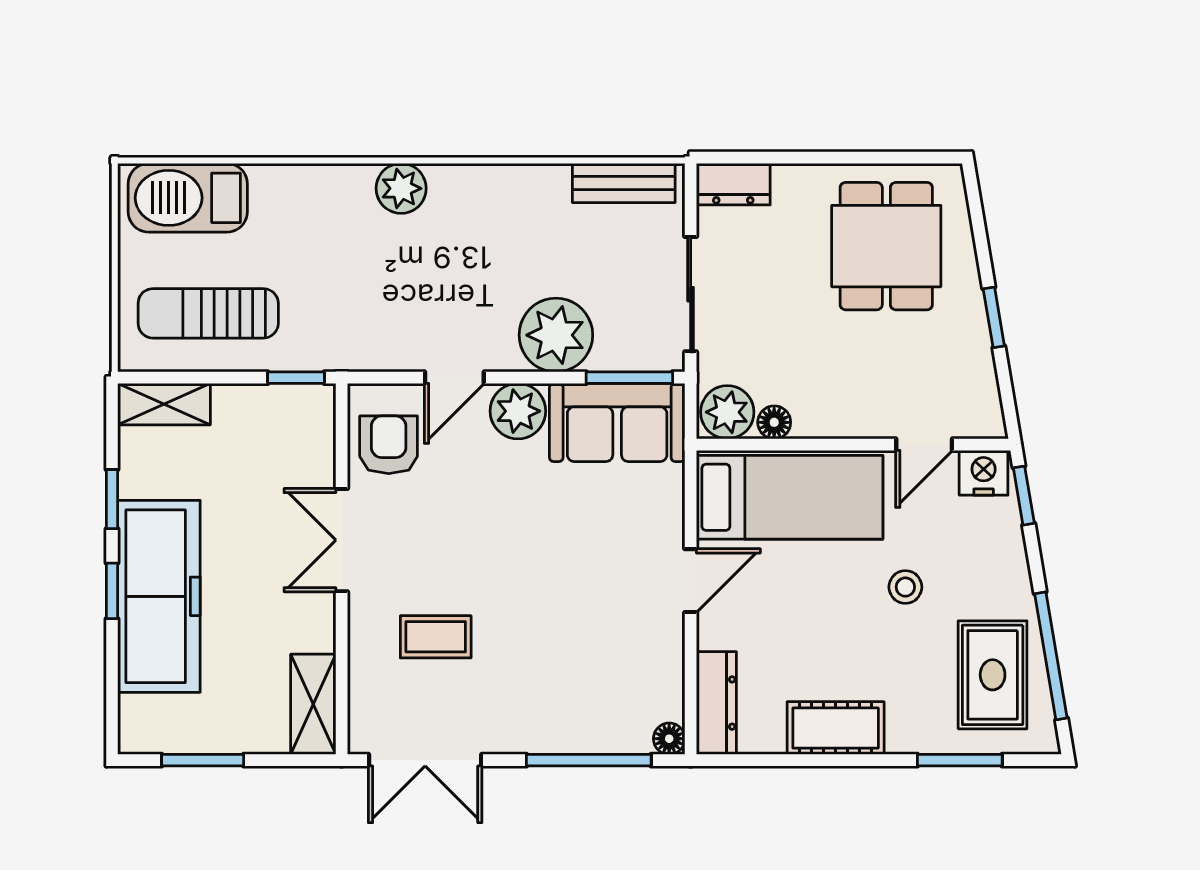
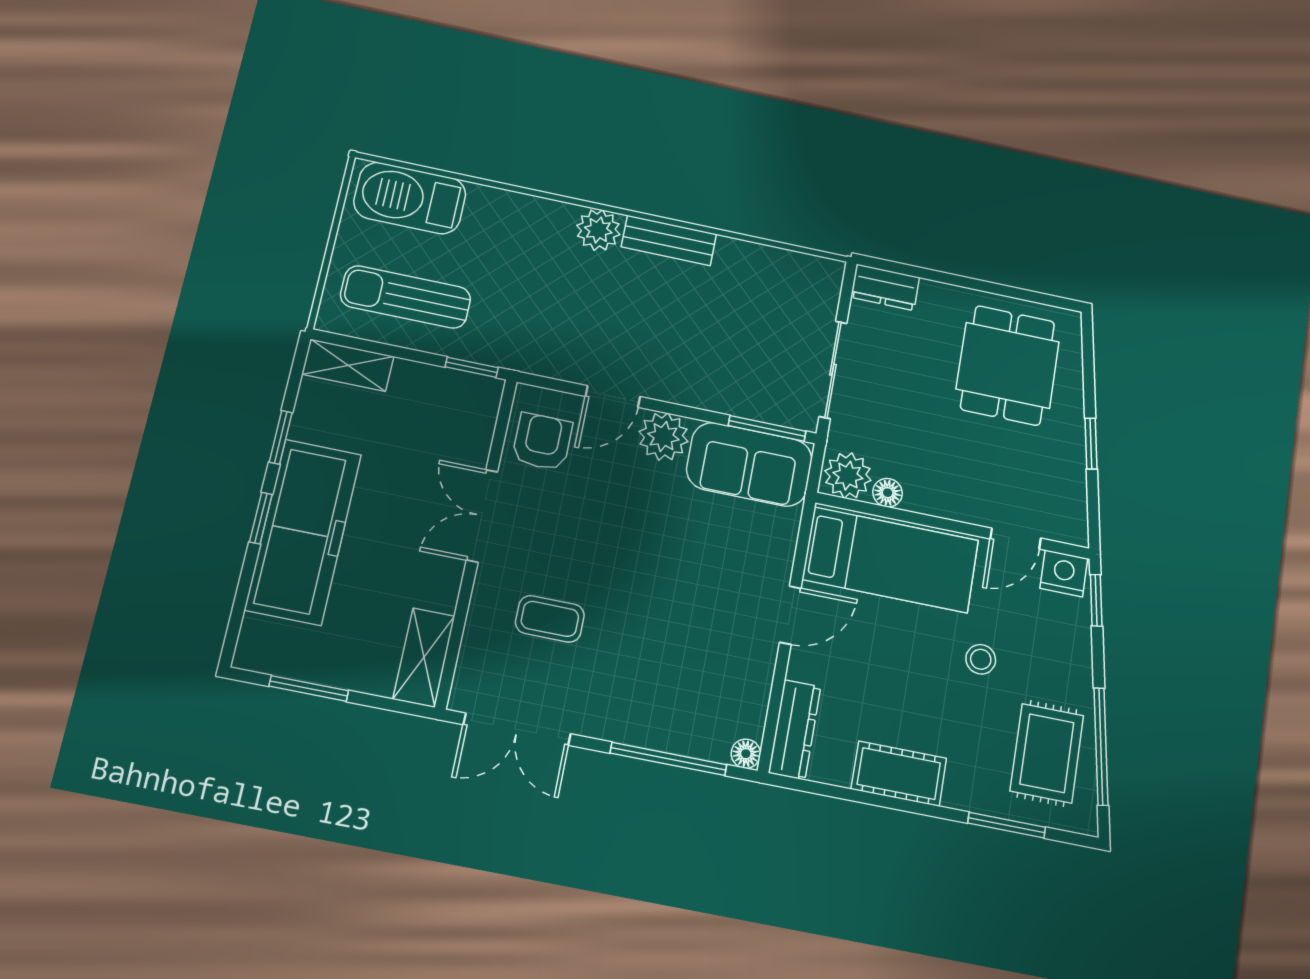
bench: (624, 183) -> (669, 240), moved
plant: (556, 335) -> (709, 379), removed

